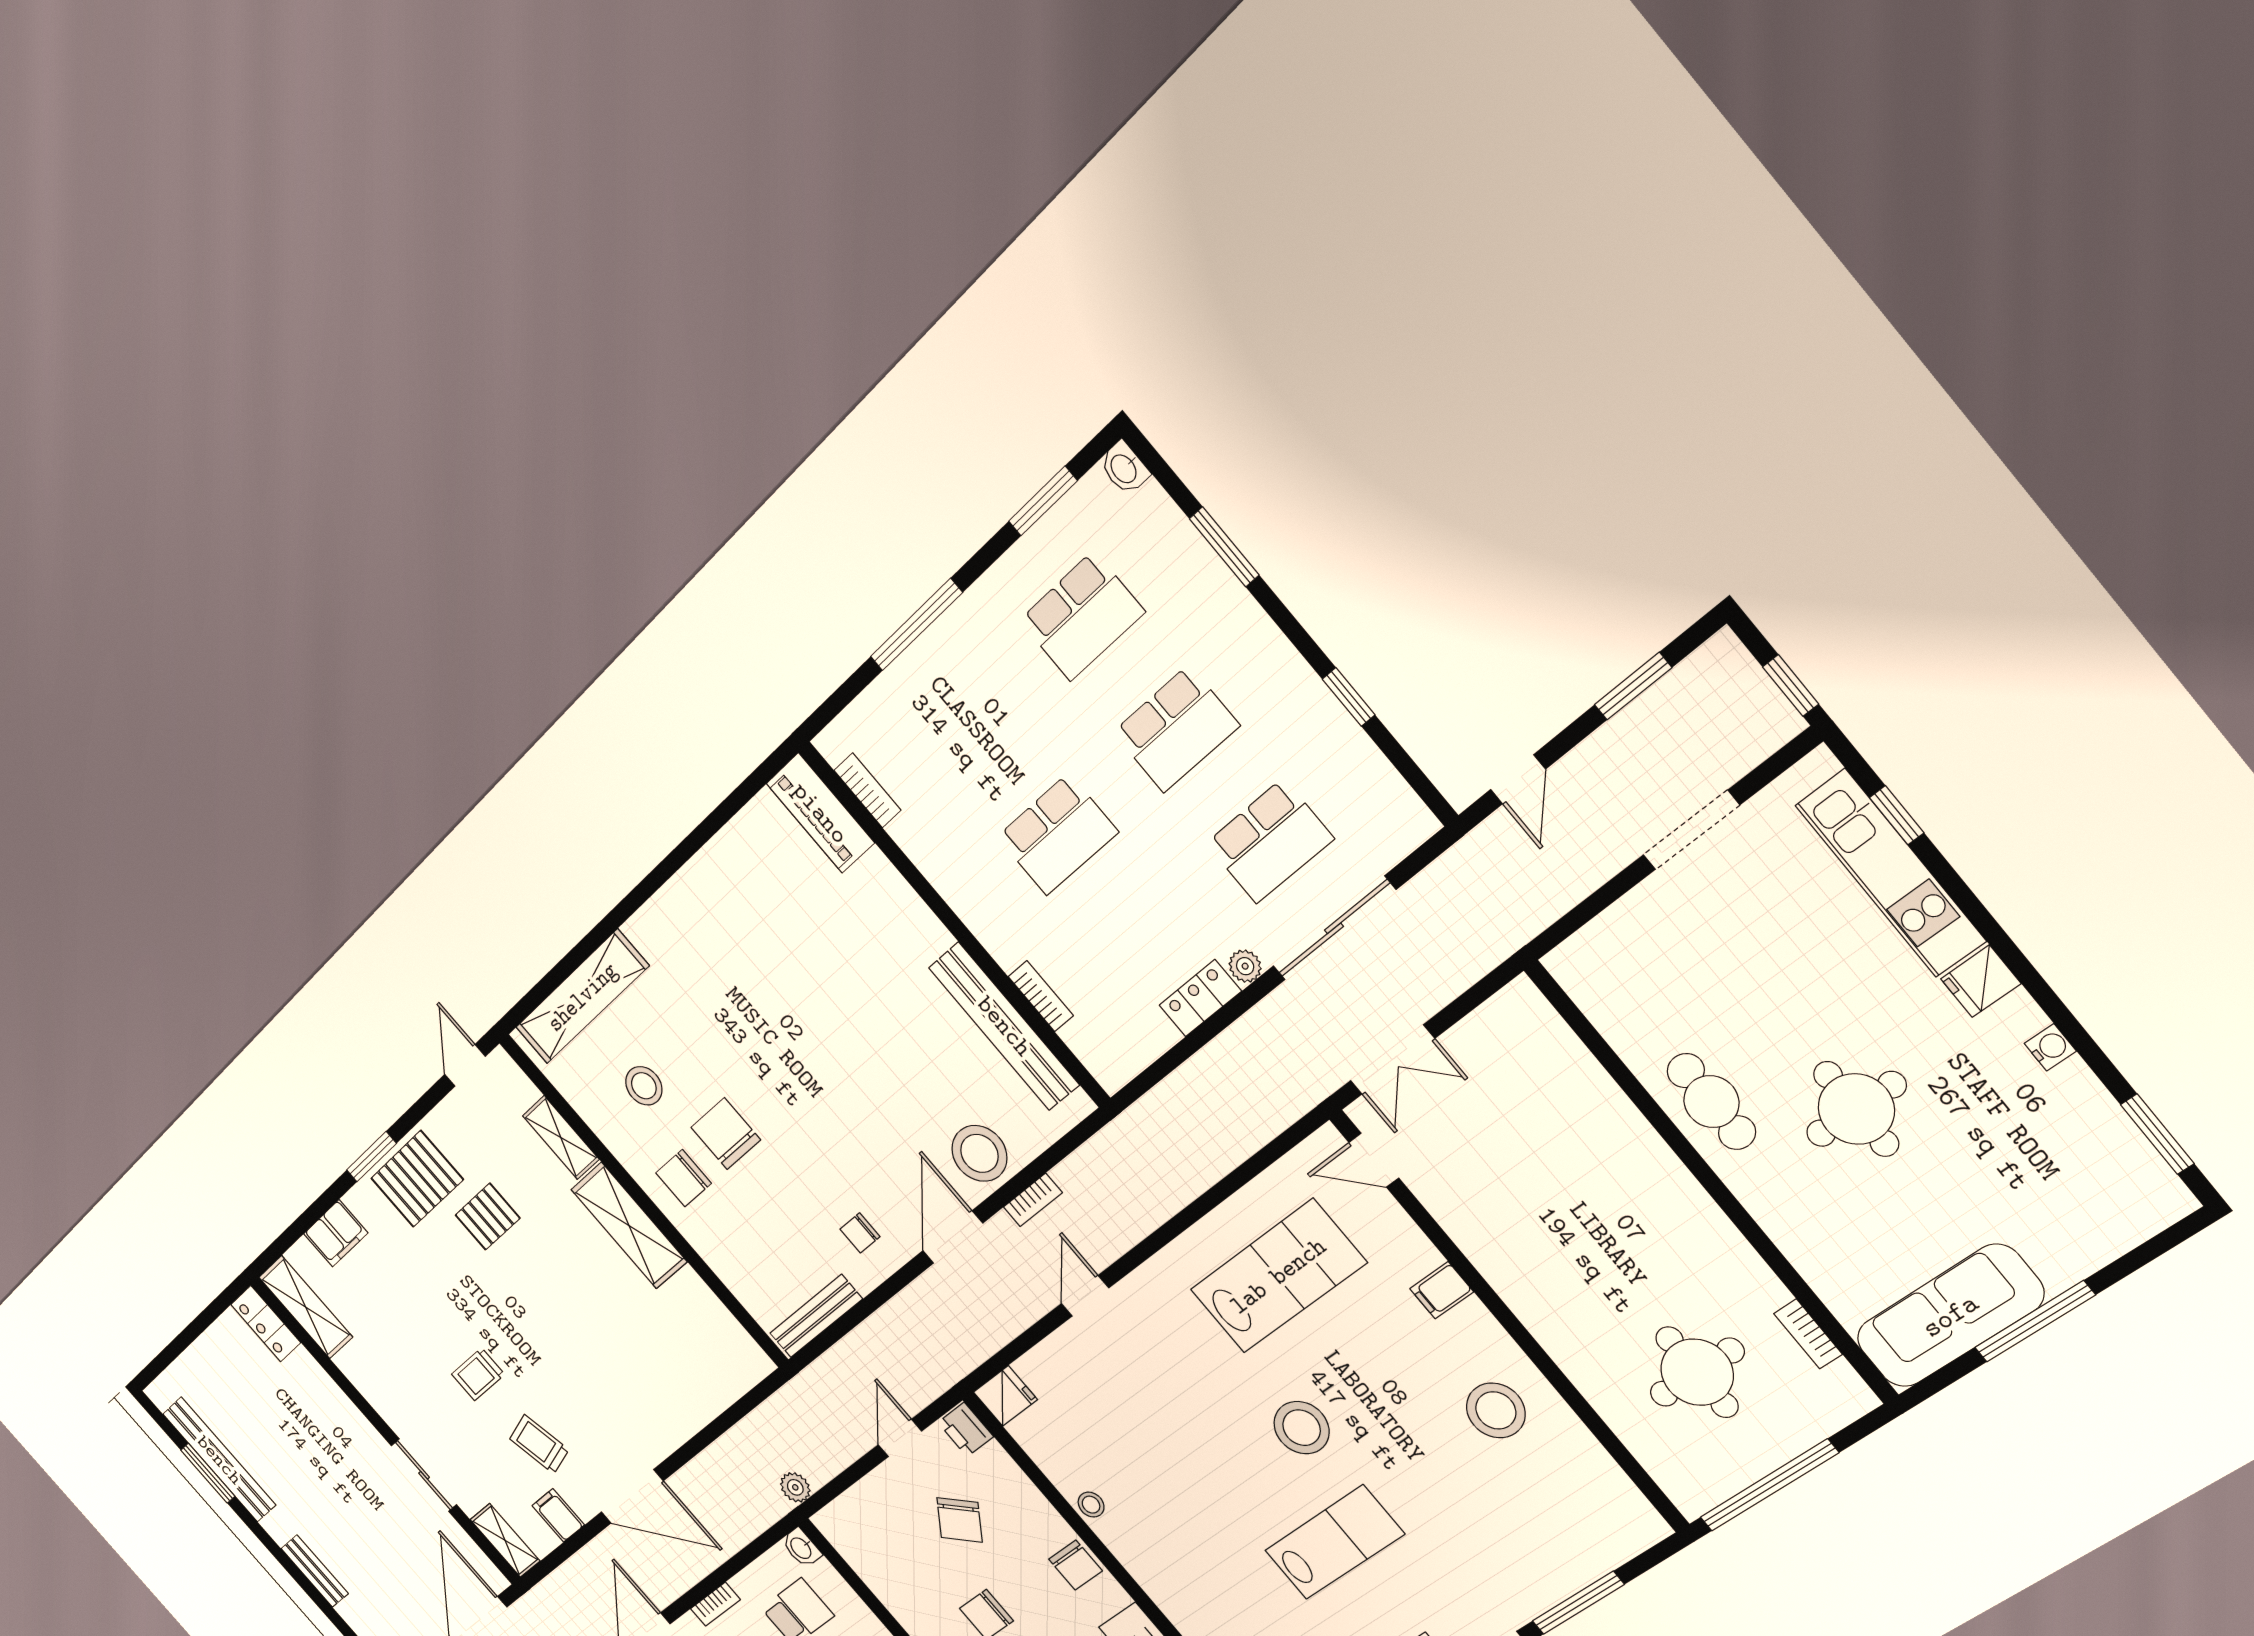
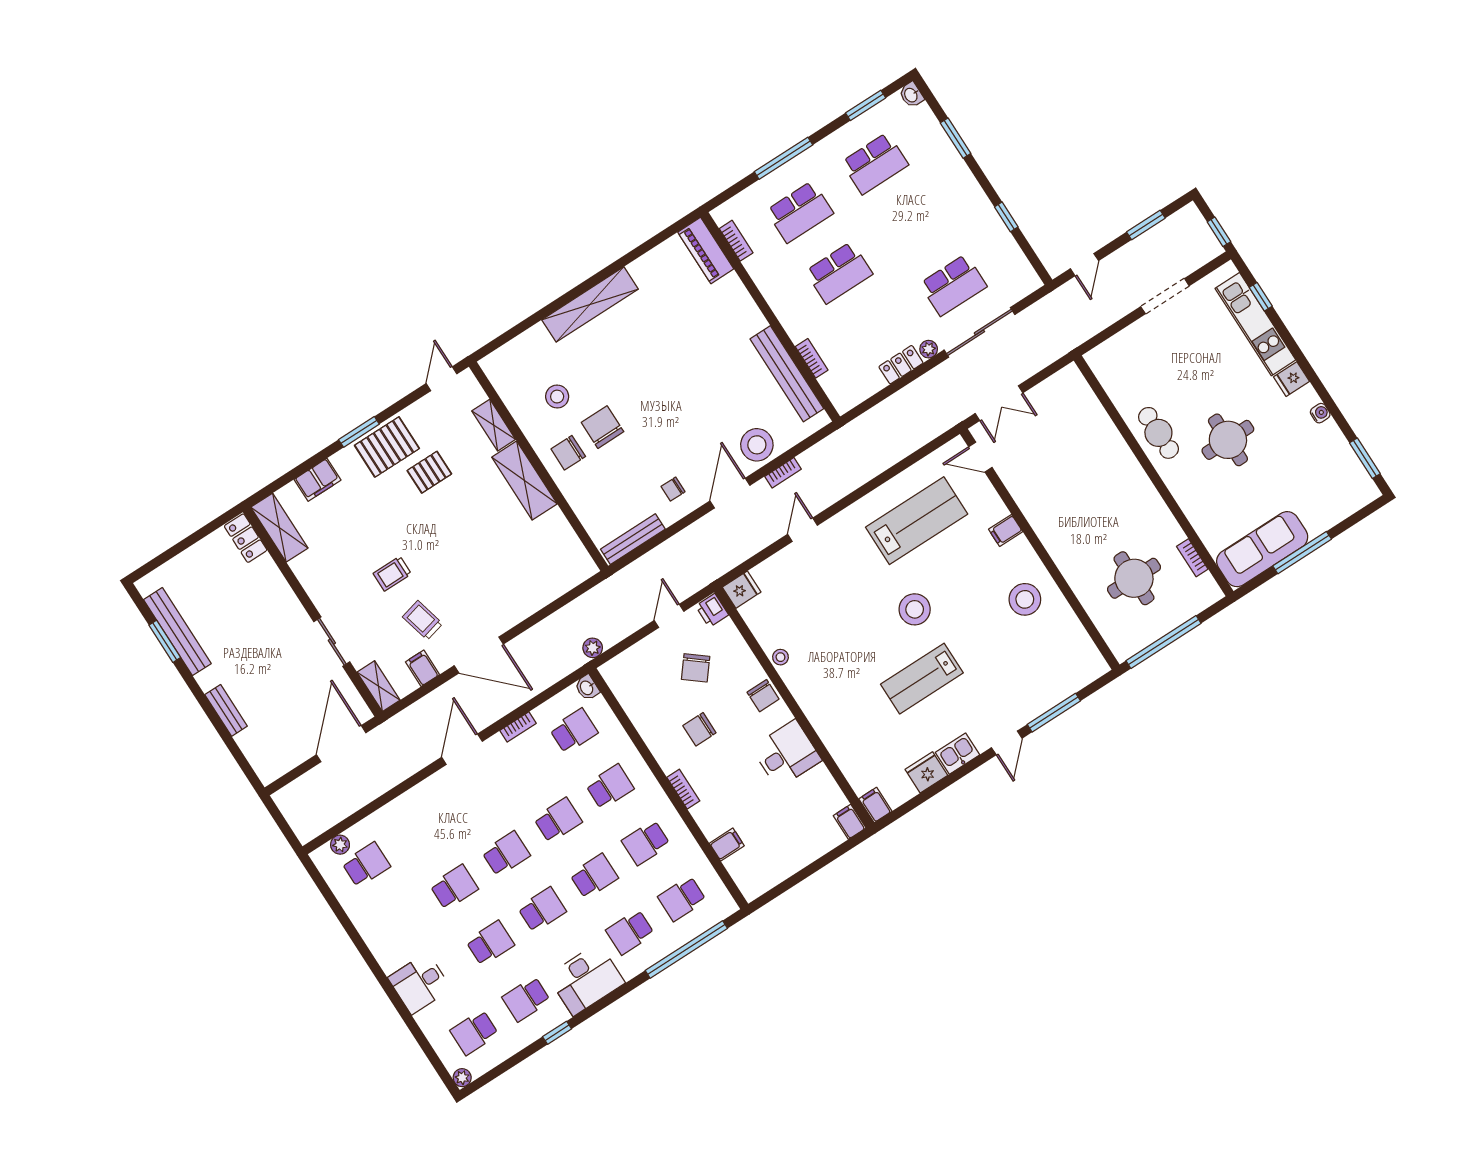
school desk: (1176, 729) -> (800, 212), moved
shelving: (582, 997) -> (590, 304), moved
lab bench: (1334, 1542) -> (922, 679), turned 180

